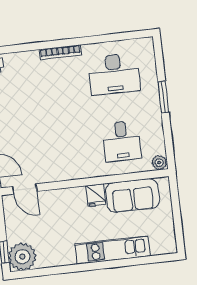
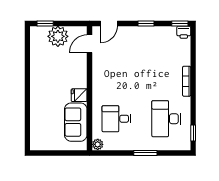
window: (129, 36) -> (193, 133), added
kitchen unit: (112, 250) -> (38, 103), removed
plant: (22, 257) -> (58, 36), moved

